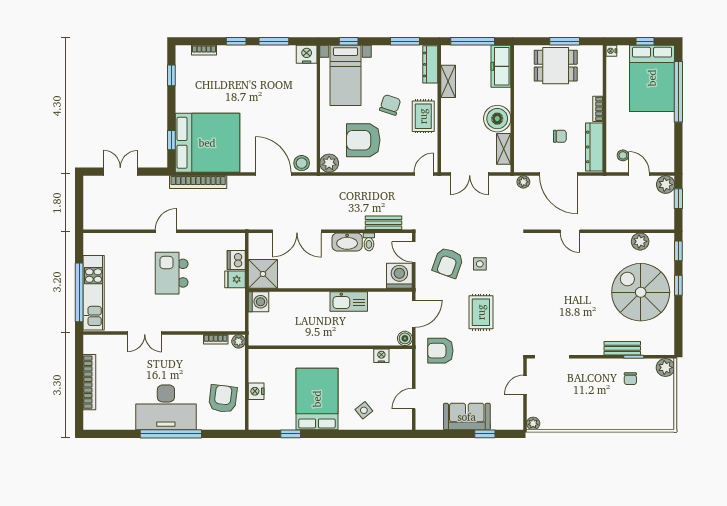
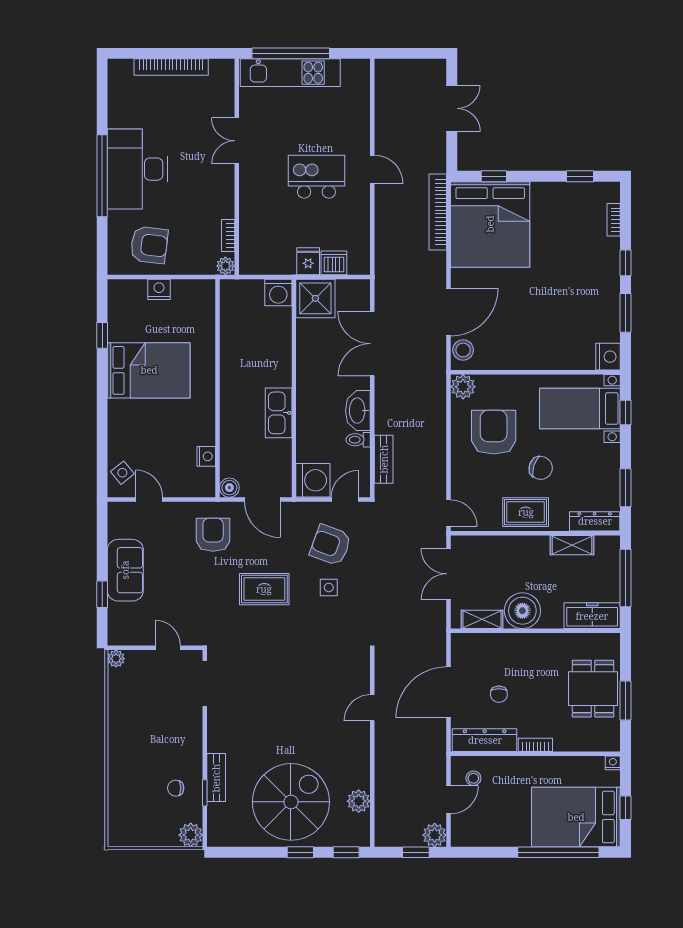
plant: (523, 182) -> (438, 646), removed
side table: (364, 410) -> (122, 473), moved

